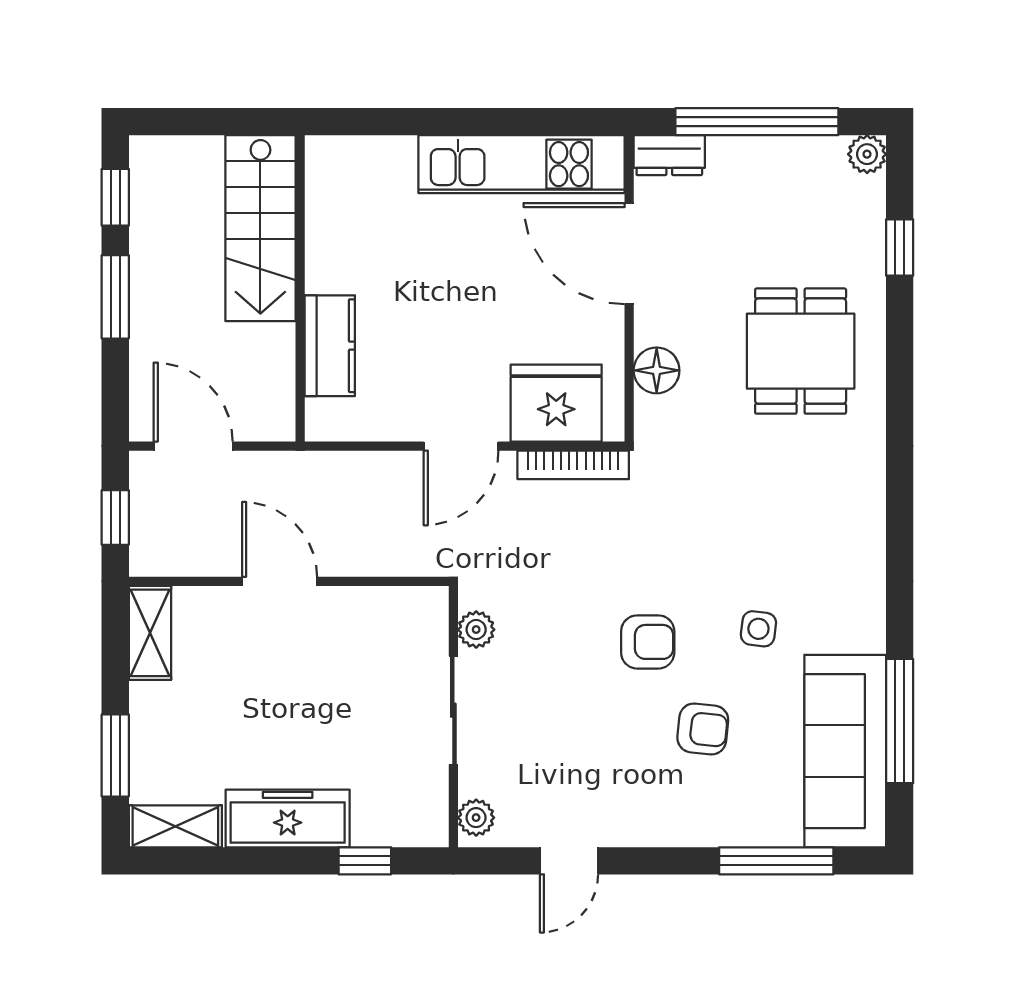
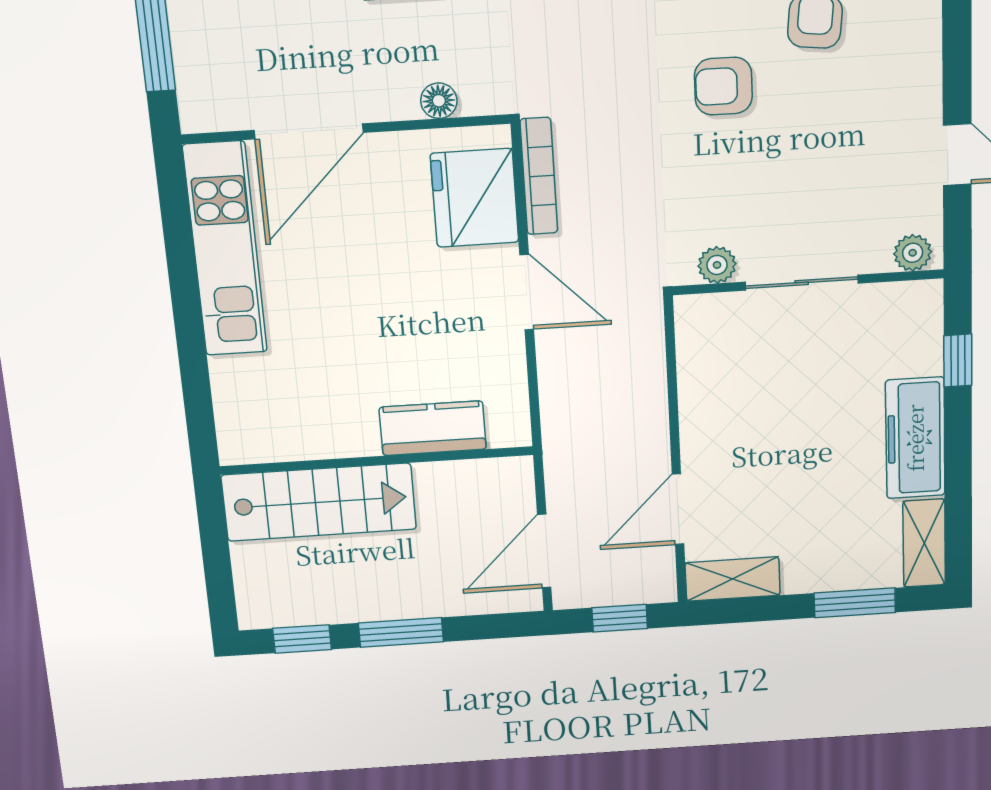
dresser: (669, 155) -> (198, 95), removed
floor lamp: (657, 370) -> (439, 101), width x0.73, depth x0.73
door: (280, 581) -> (678, 509), moved
armchair: (648, 642) -> (723, 86), turned -90

